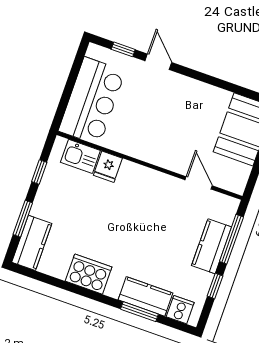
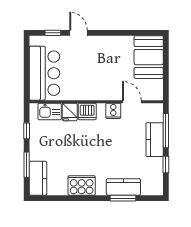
dishwasher: (132, 175) -> (87, 111), added
cooker: (180, 310) -> (113, 111), moved, turned 180

